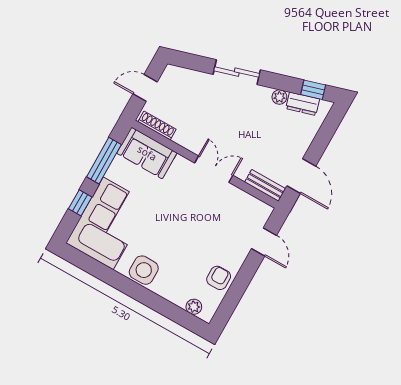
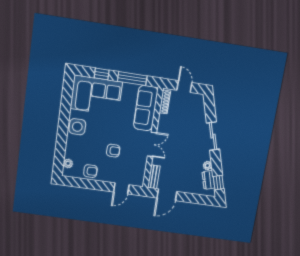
sofa: (147, 153) -> (146, 108), width x1.36
armchair: (201, 231) -> (113, 151), added

